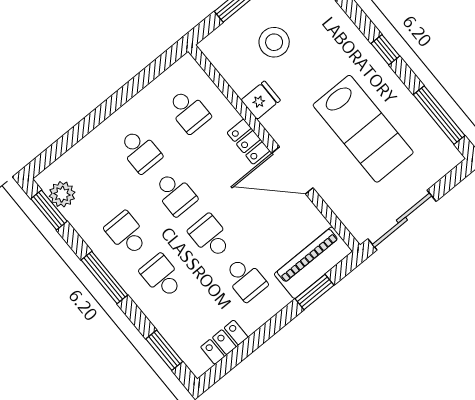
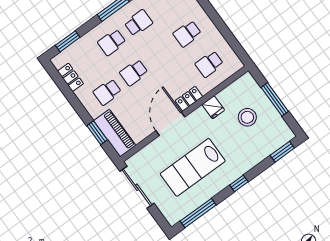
school desk: (175, 194) -> (160, 53), removed
school desk: (210, 236) -> (134, 73), turned 180
school desk: (162, 276) -> (112, 42), turned 180

